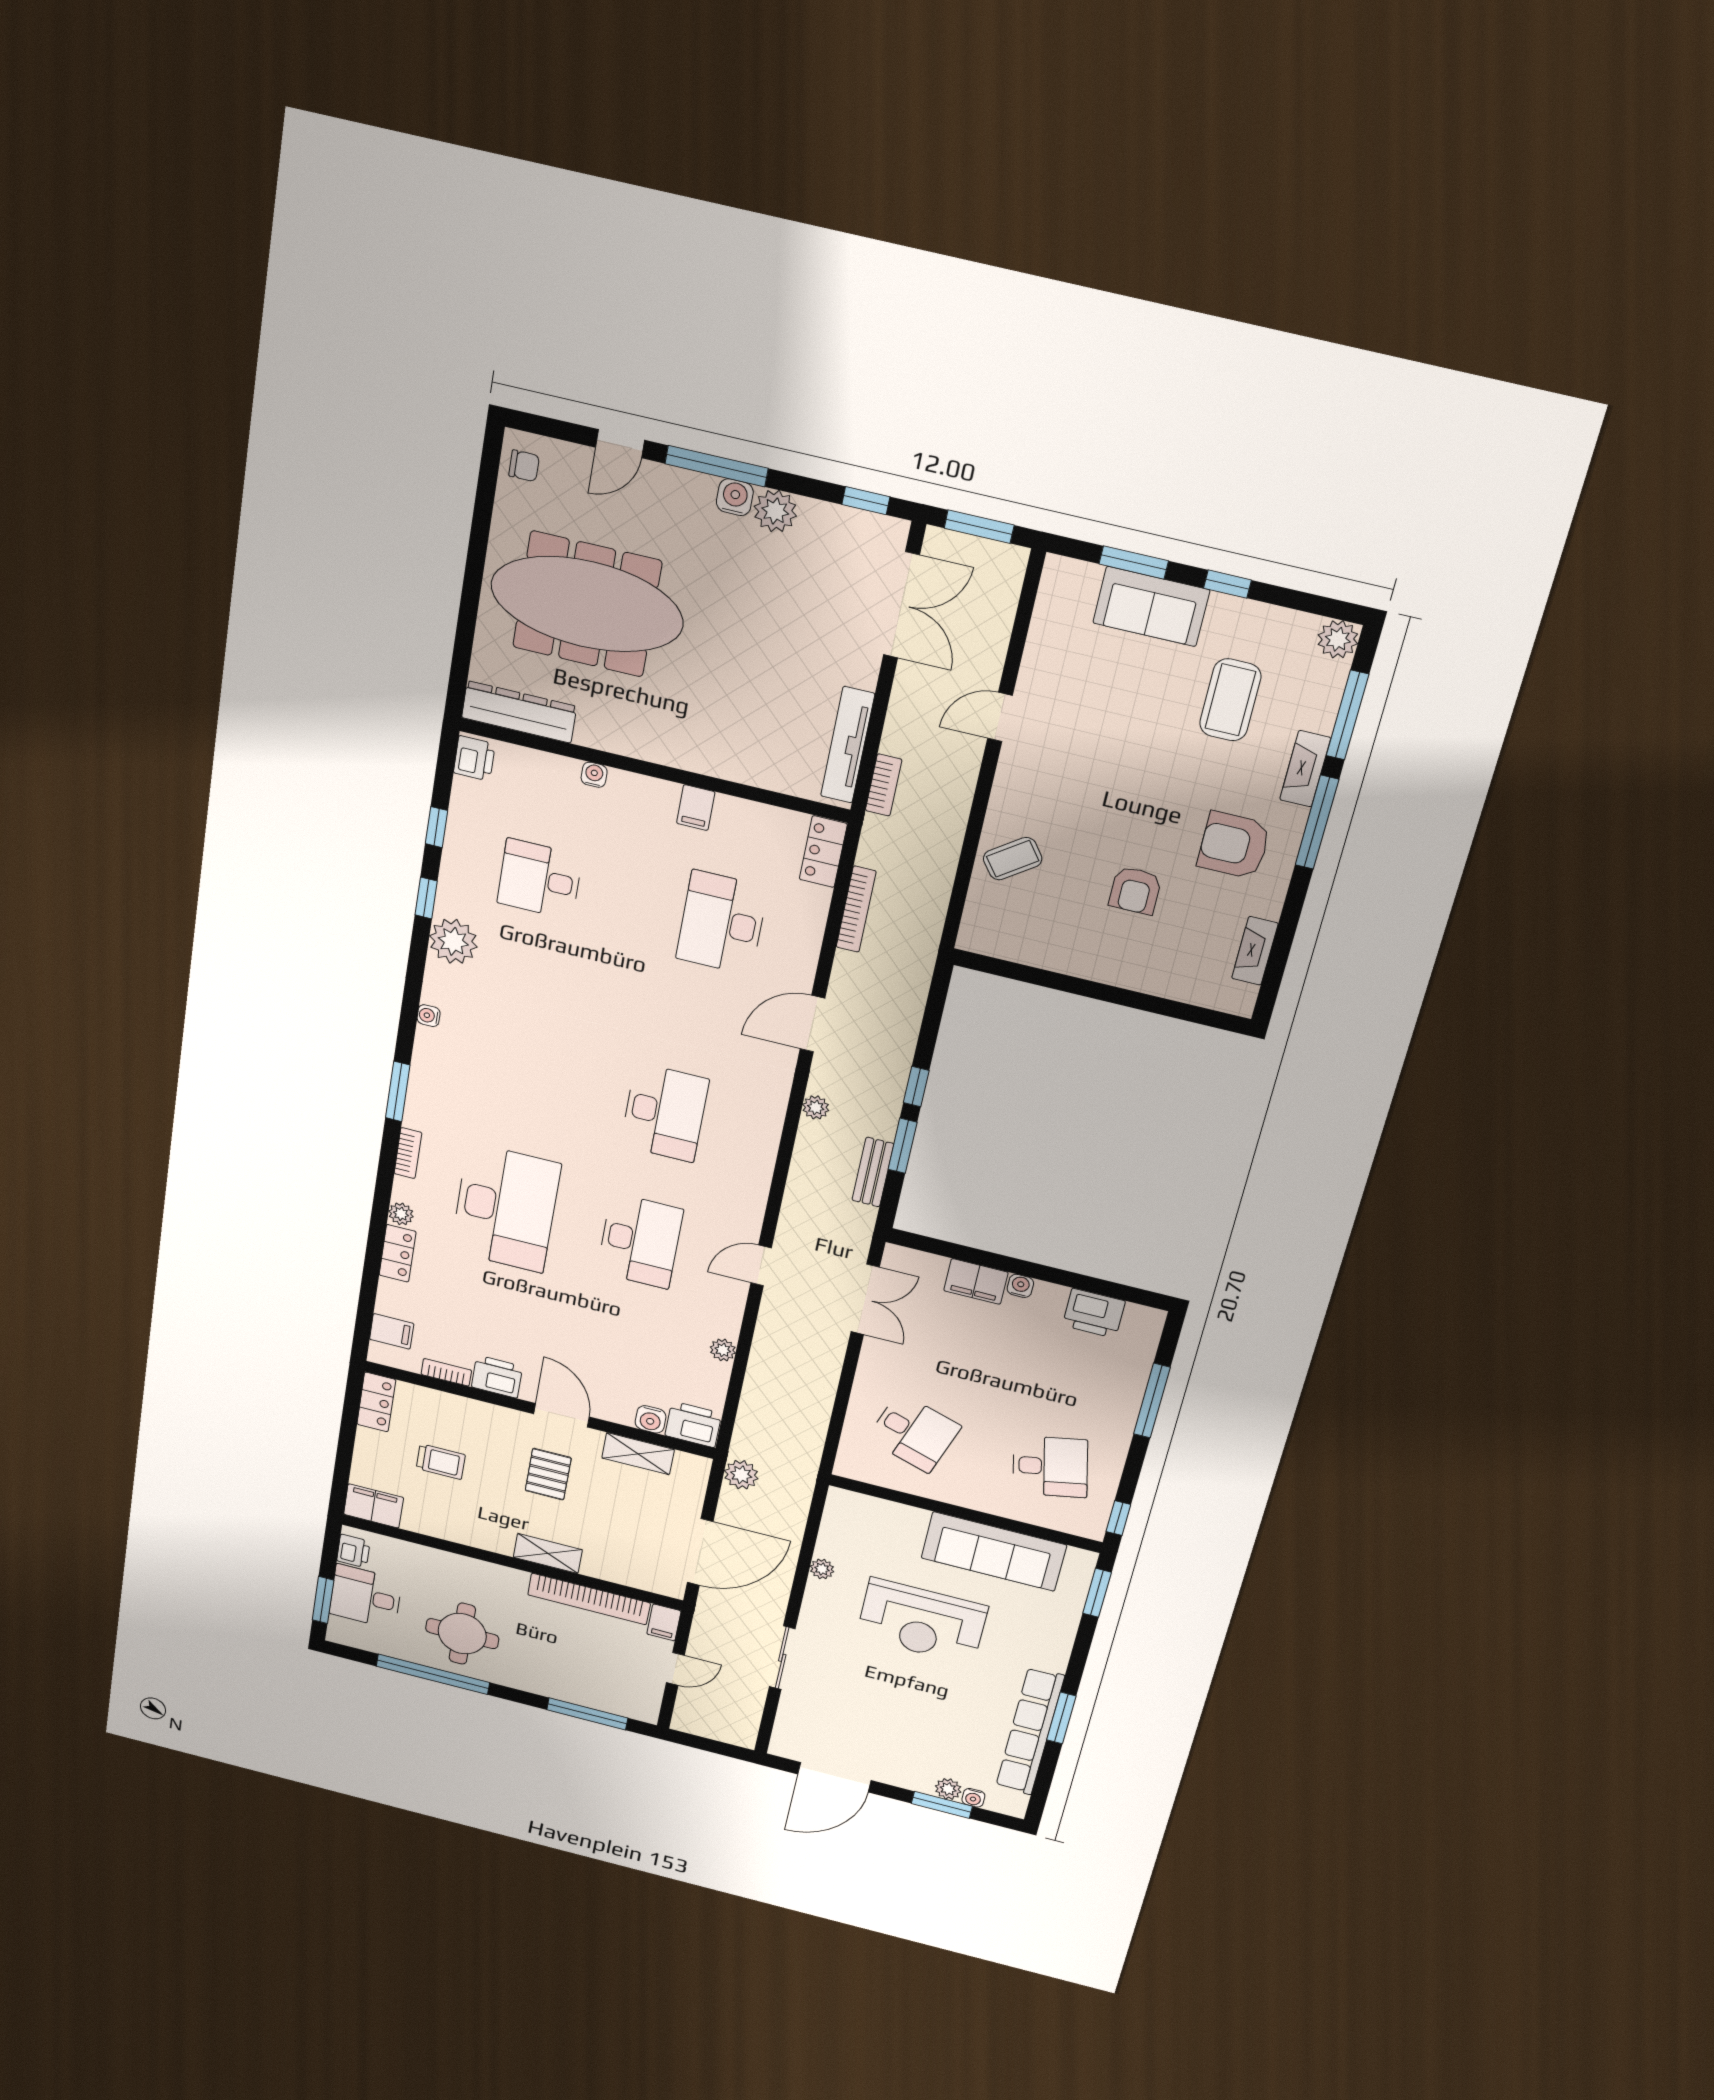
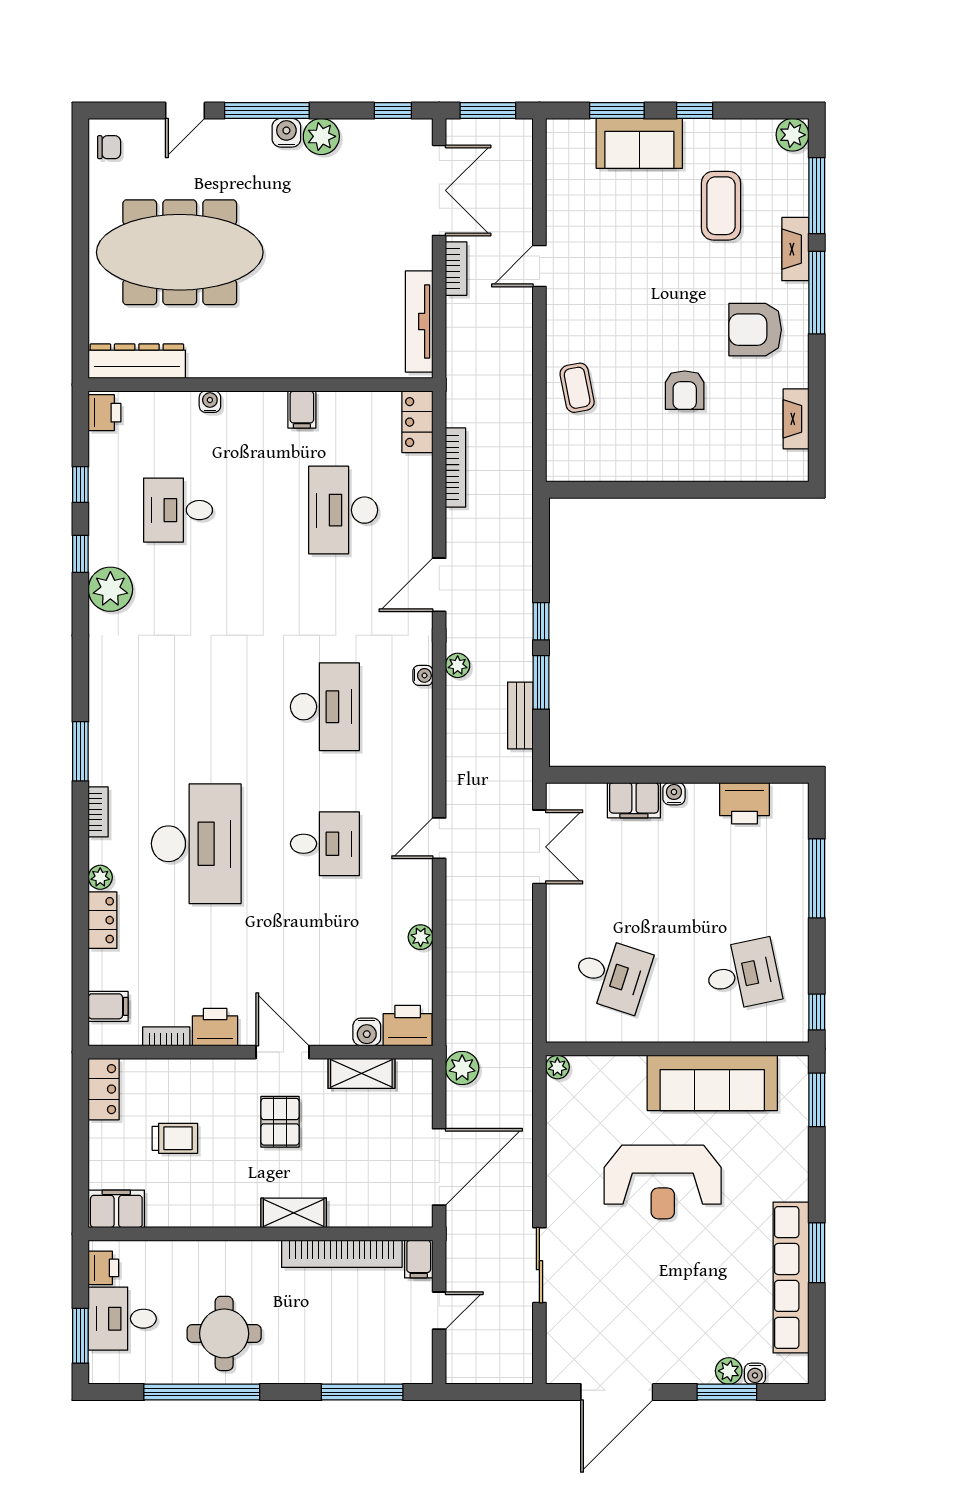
bookcase: (884, 785) -> (456, 269), moved
coffee table: (1013, 859) -> (577, 388), turned -65
water cooler: (429, 1016) -> (423, 675), moved, turned 180
desk: (640, 1241) -> (325, 844), width x0.73
plant: (822, 1569) -> (557, 1067), moved

